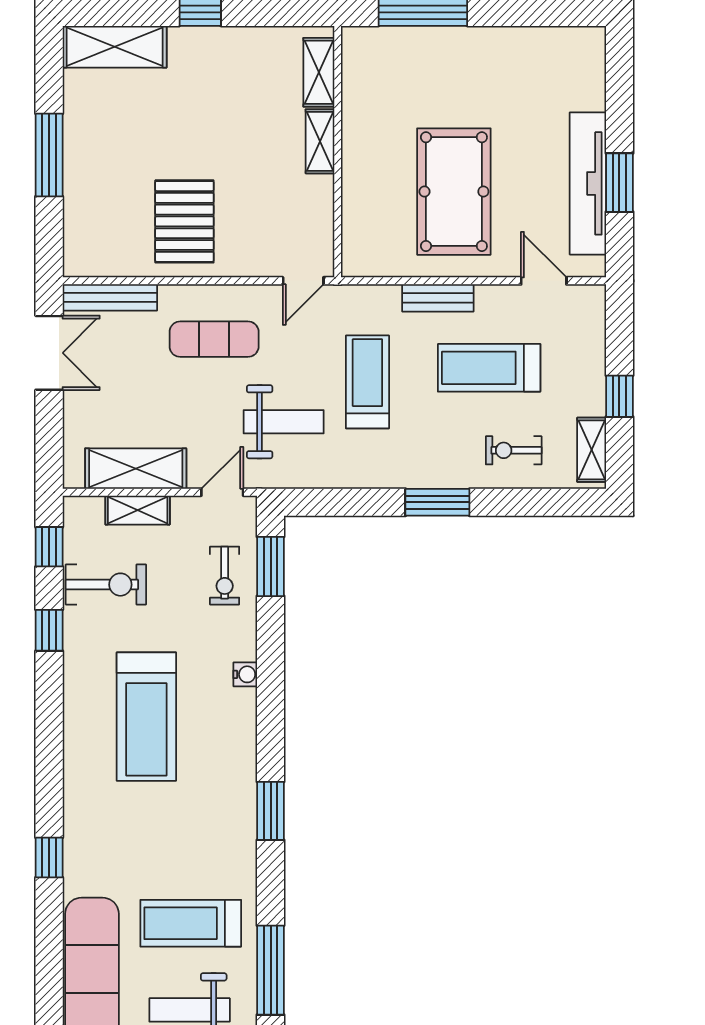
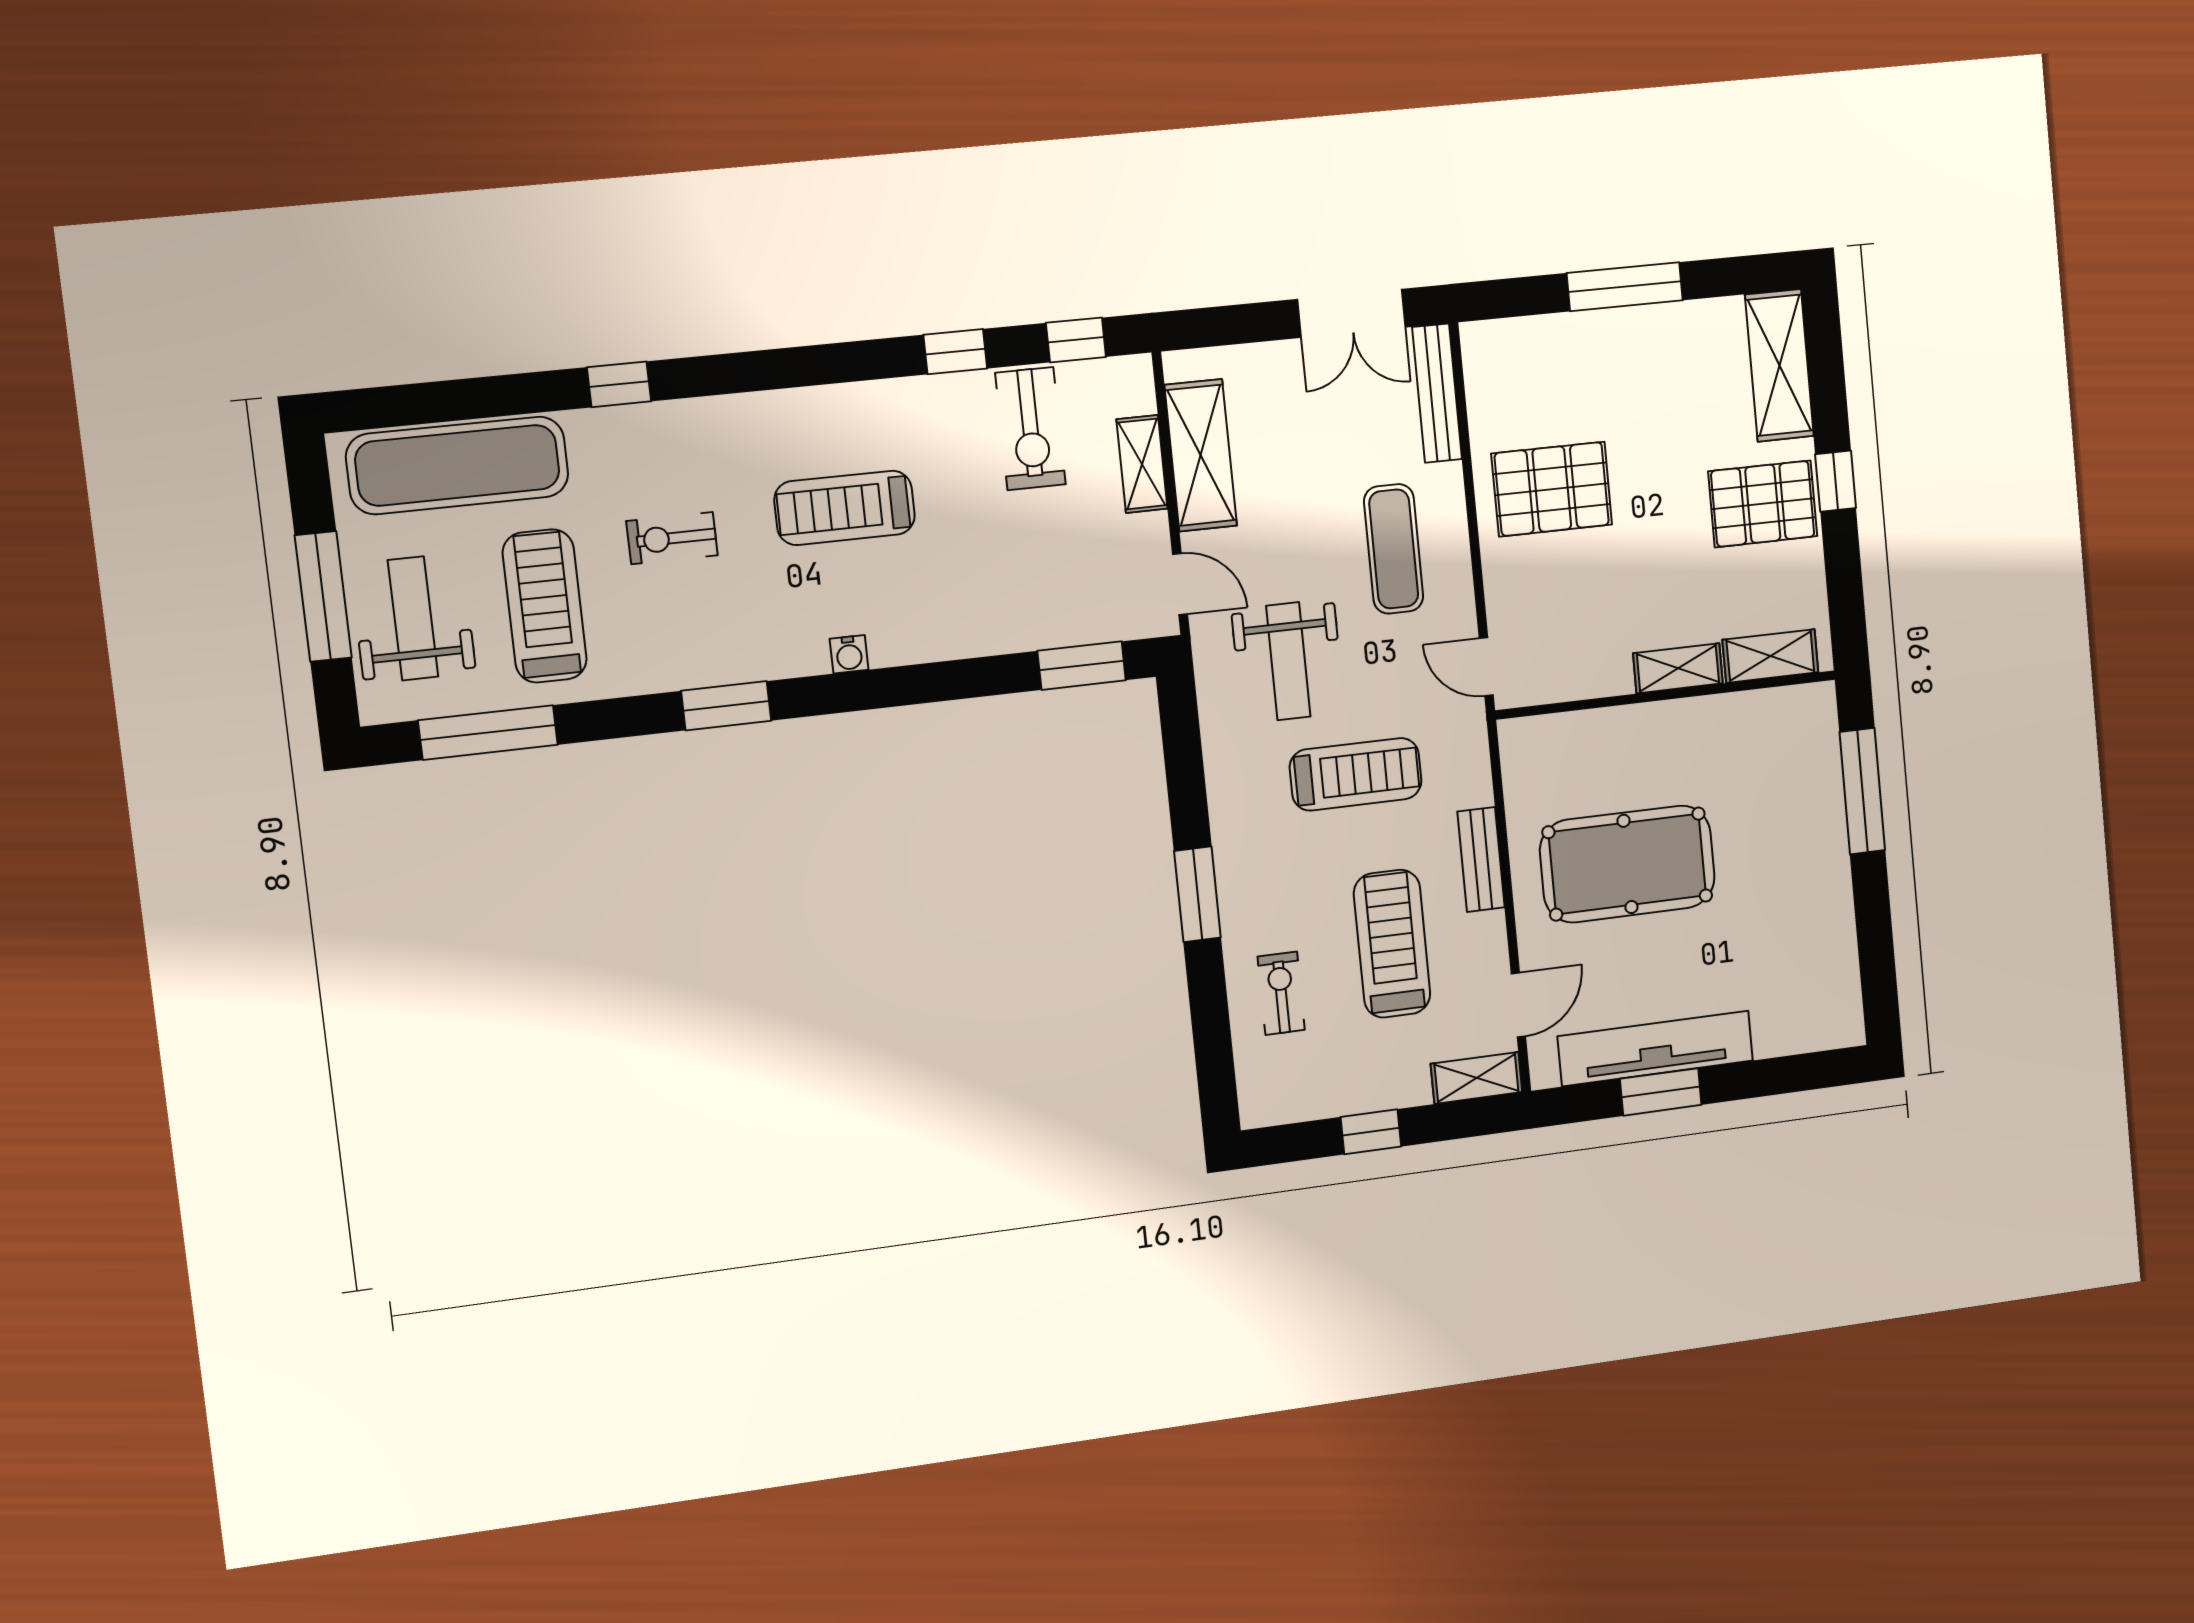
pallet: (211, 68) -> (1763, 504), added
shelving: (592, 450) -> (1476, 1078), moved
exercise bike: (225, 576) -> (672, 538), moved
water cooler: (245, 674) -> (849, 654), moved
treadmill: (146, 717) -> (845, 508), width x0.73, depth x0.73

